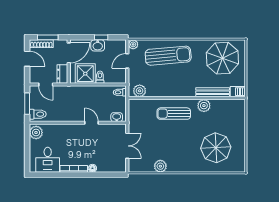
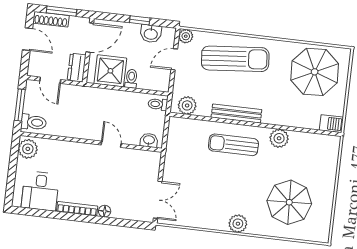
washbasin: (98, 45) -> (151, 34), moved
bench: (213, 92) -> (236, 113), moved
double door: (127, 146) -> (158, 200), moved
plant: (160, 166) -> (238, 224), moved

